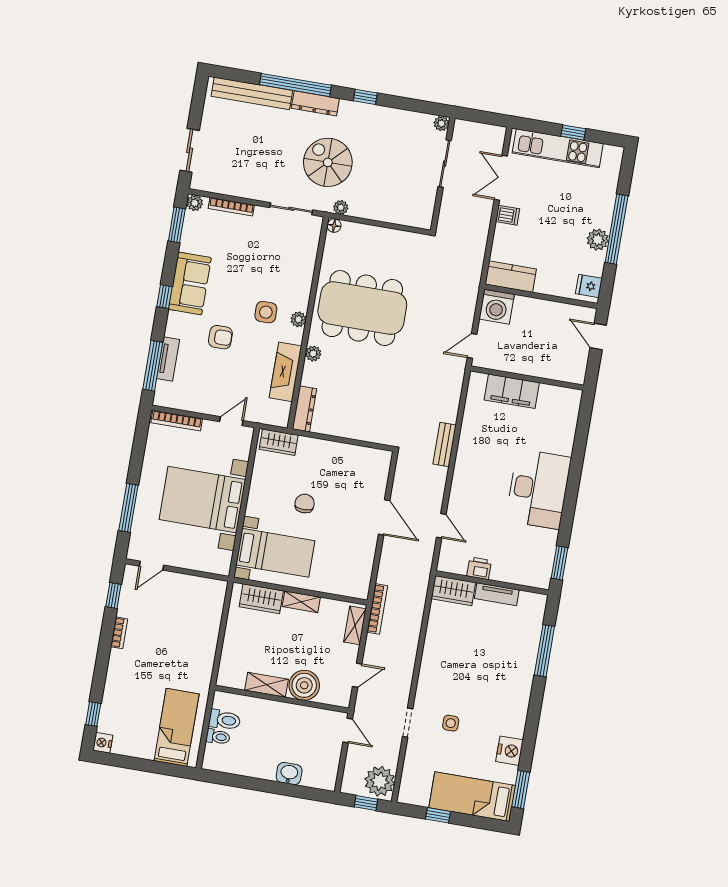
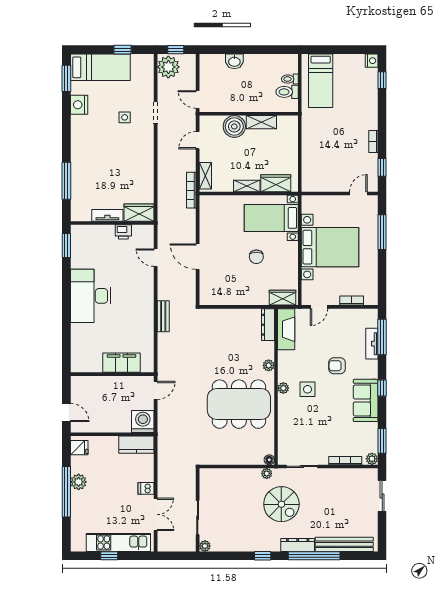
fireplace: (285, 372) -> (286, 329), moved
bookcase: (177, 421) -> (352, 301), width x0.64

